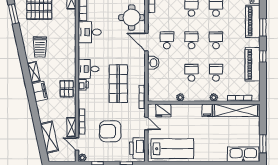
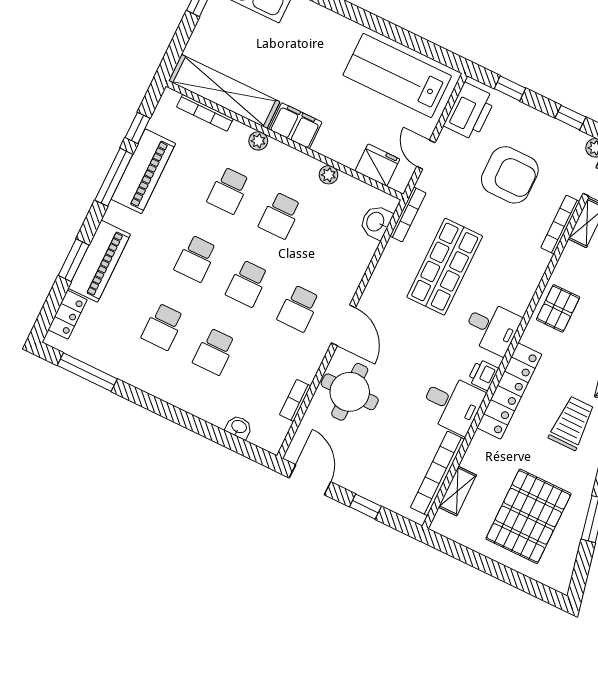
window: (263, 27) -> (74, 260), moved
locker: (70, 48) -> (509, 391), added
window: (263, 56) -> (114, 177), width x2.17
washbasin: (153, 63) -> (376, 222), moved
window: (263, 80) -> (138, 128), added
printer: (83, 85) -> (483, 375), moved
filing cabinet: (207, 110) -> (295, 126), width x2.00

